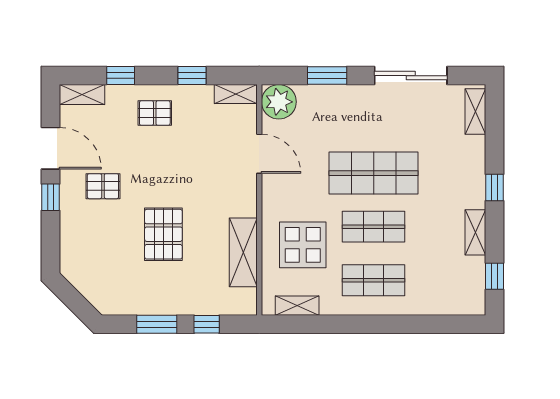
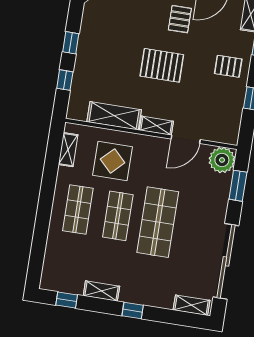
window: (327, 76) -> (238, 186), moved
sliding door: (411, 76) -> (226, 261), width x1.36
shelving: (236, 94) -> (156, 126), moved, turned 90
pallet: (155, 113) -> (228, 66), turned 90
pallet: (163, 234) -> (162, 65), moved
window: (157, 324) -> (71, 43), width x0.67

